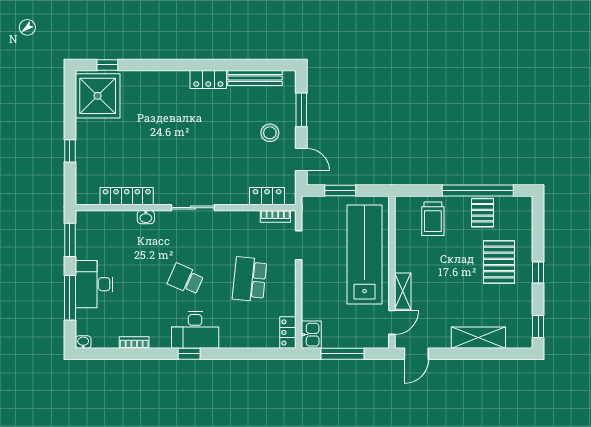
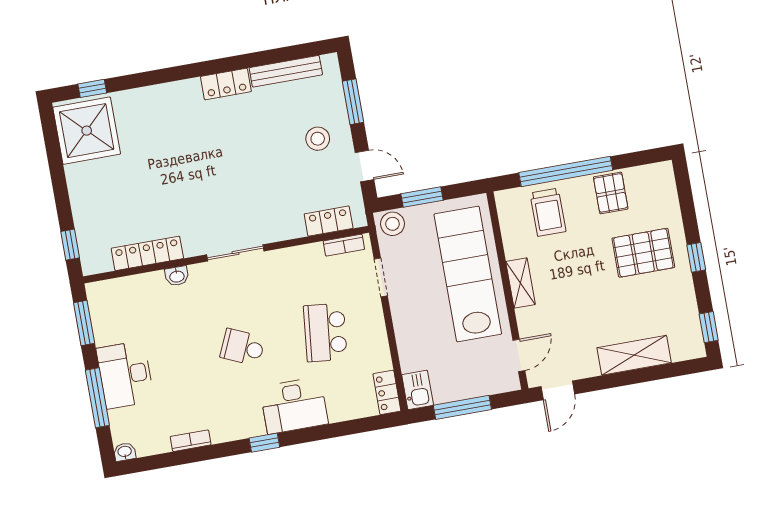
window: (70, 151) -> (70, 245), moved
window: (478, 191) -> (566, 171), moved
stool: (315, 207) -> (392, 224), added
pallet: (499, 262) -> (643, 253), turned 90
shelving: (403, 291) -> (520, 283), moved
desk: (195, 330) -> (294, 406), moved

